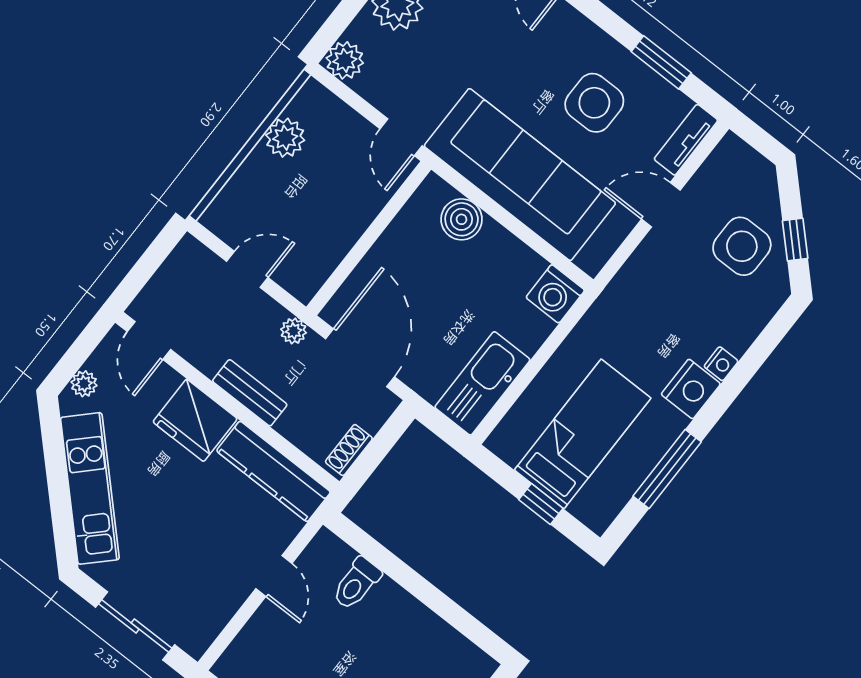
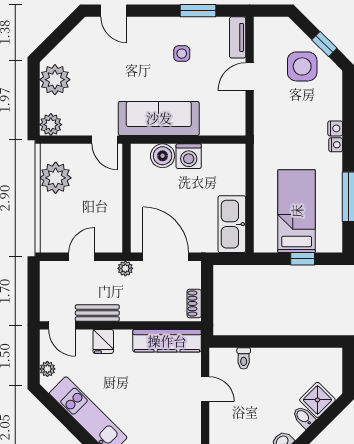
side table: (594, 103) -> (182, 54), width x0.54, depth x0.54
plant: (285, 138) -> (56, 178), width x1.36, depth x1.36
sofa: (520, 175) -> (159, 118), width x0.74, depth x0.79
washing machine: (555, 294) -> (189, 156), moved
nightstand: (691, 389) -> (336, 145), width x0.53, depth x0.56
bench: (250, 393) -> (97, 313), moved
fridge: (195, 420) -> (103, 341), width x0.53, depth x0.75
toilet: (356, 583) -> (244, 358), width x0.73, depth x0.72

